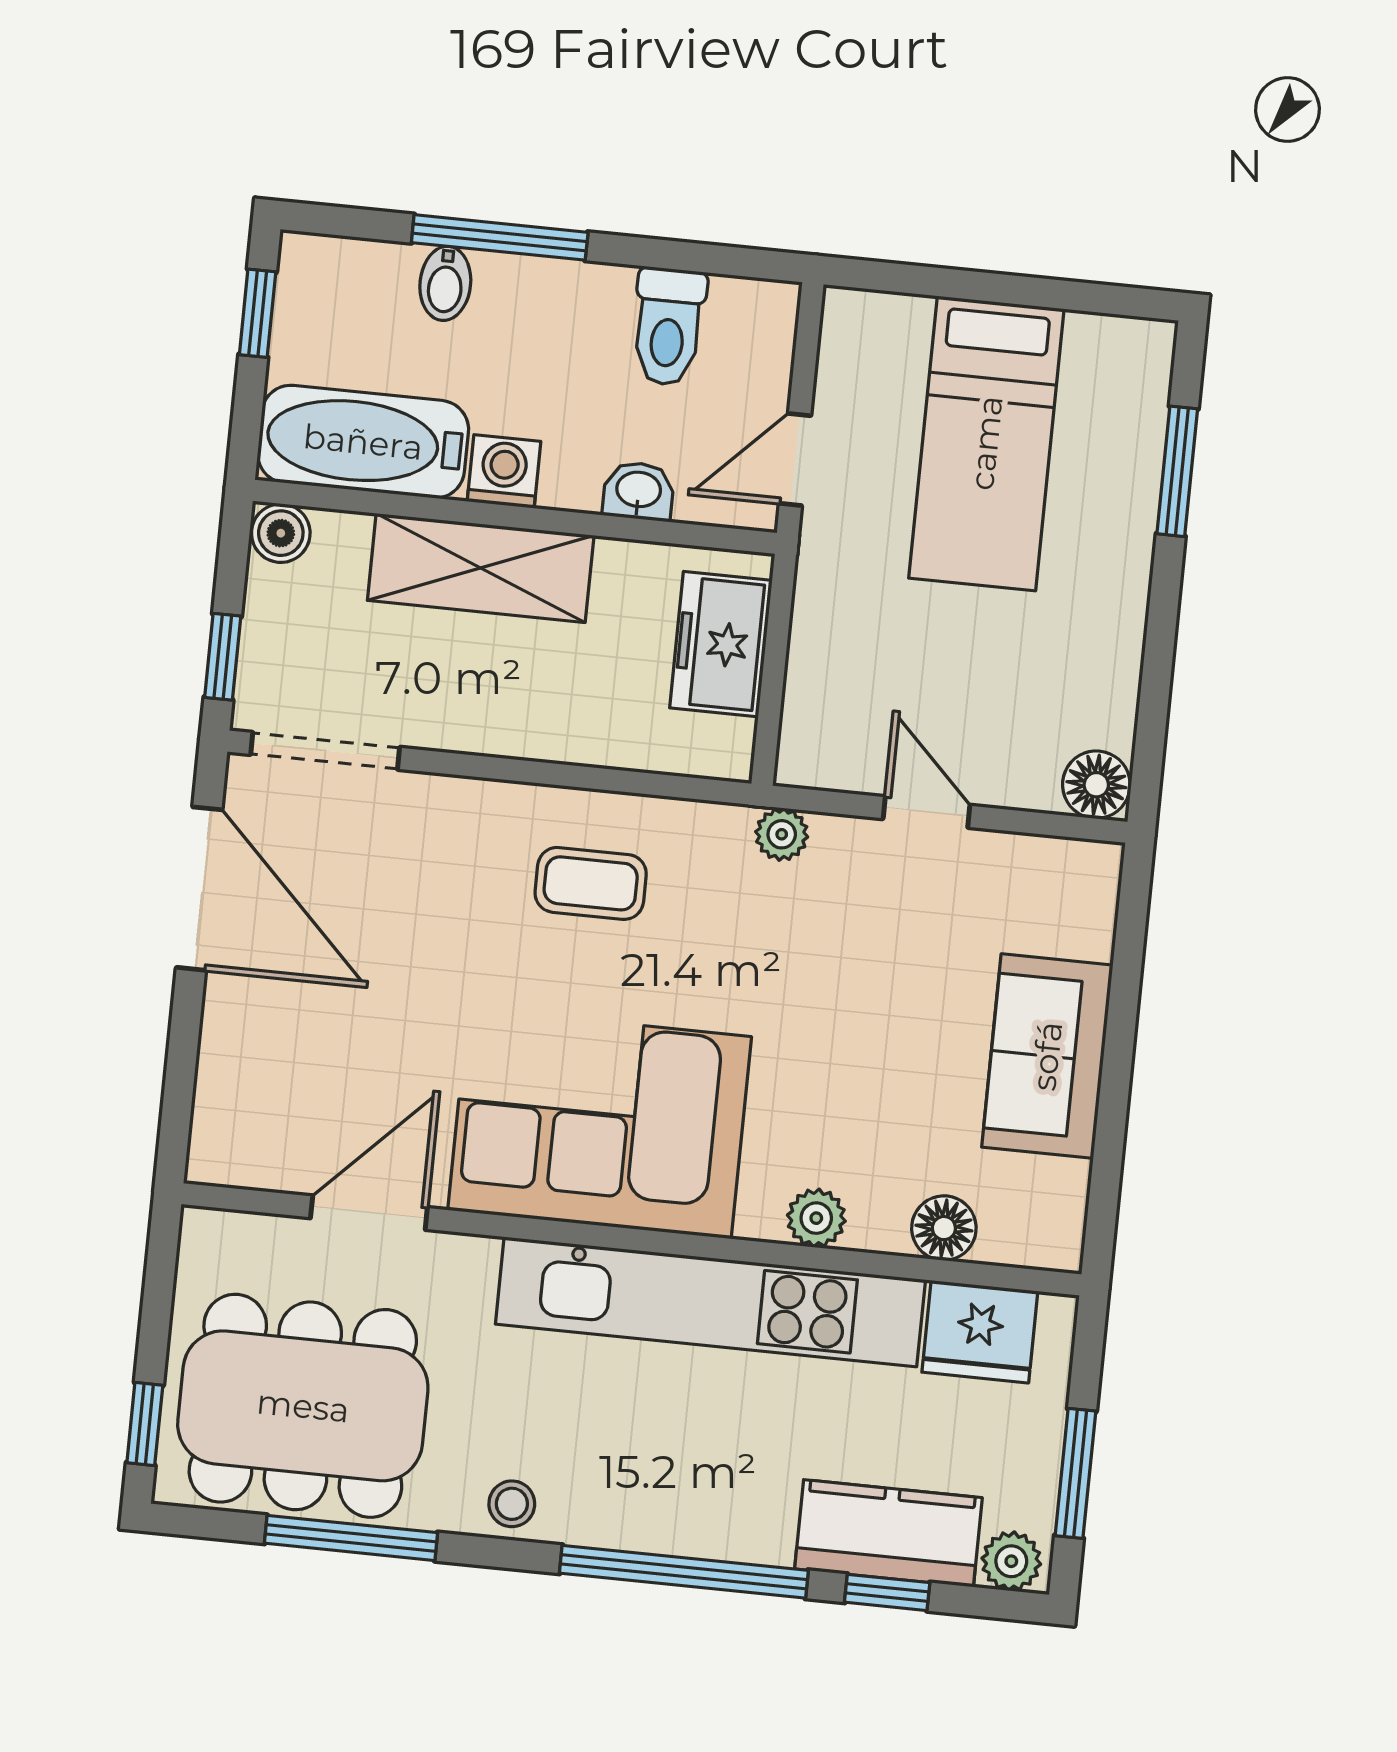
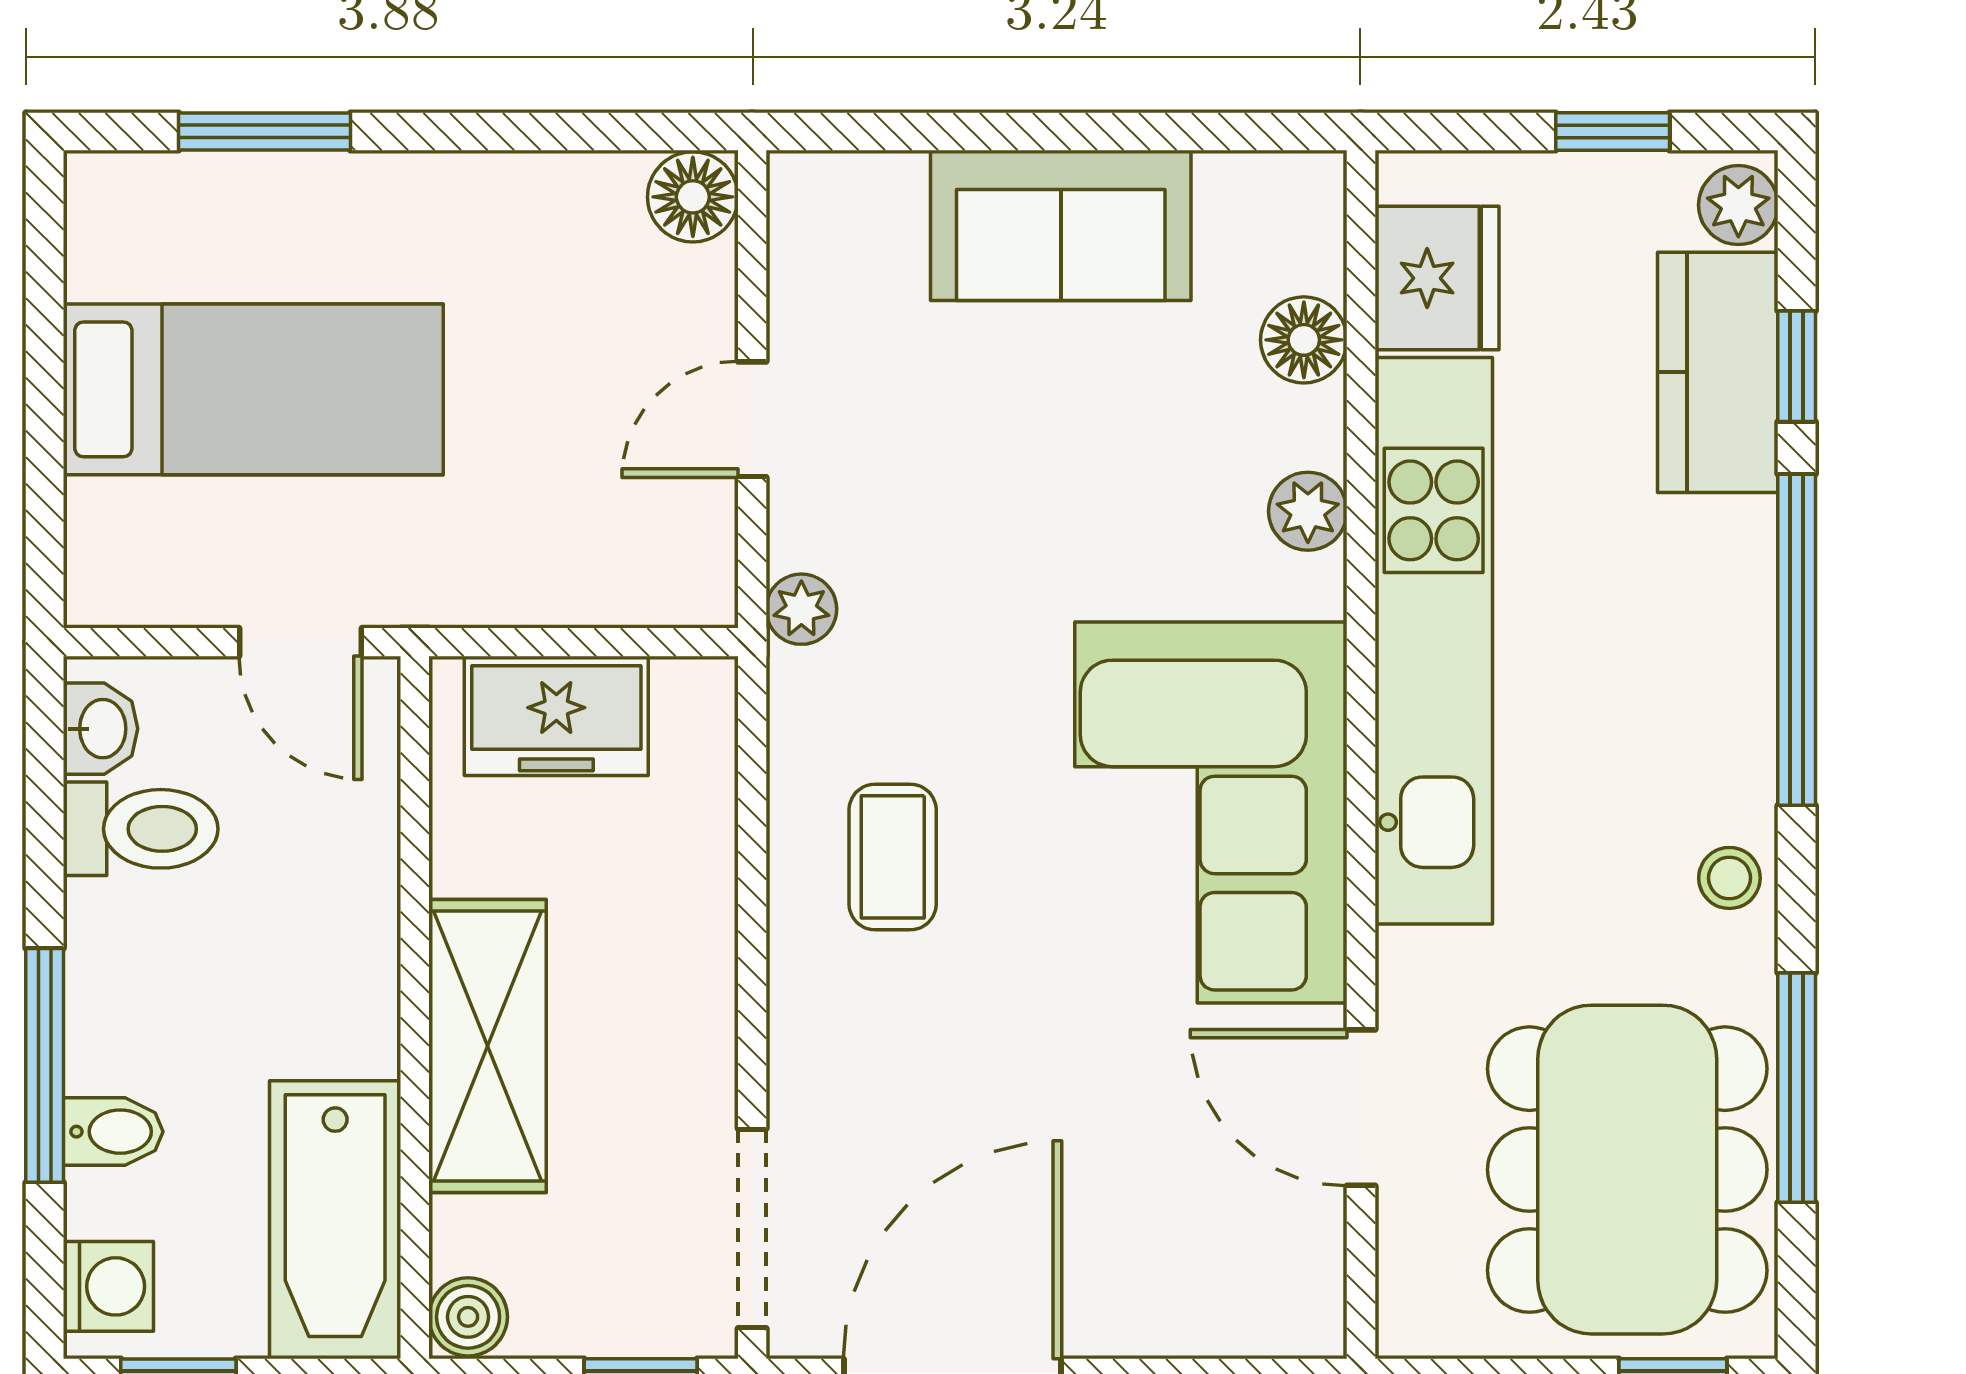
washing machine: (504, 471) -> (108, 1286), moved, turned 180
washbasin: (639, 491) -> (100, 729), moved, turned 180
window: (1075, 1473) -> (1613, 131), width x0.67

